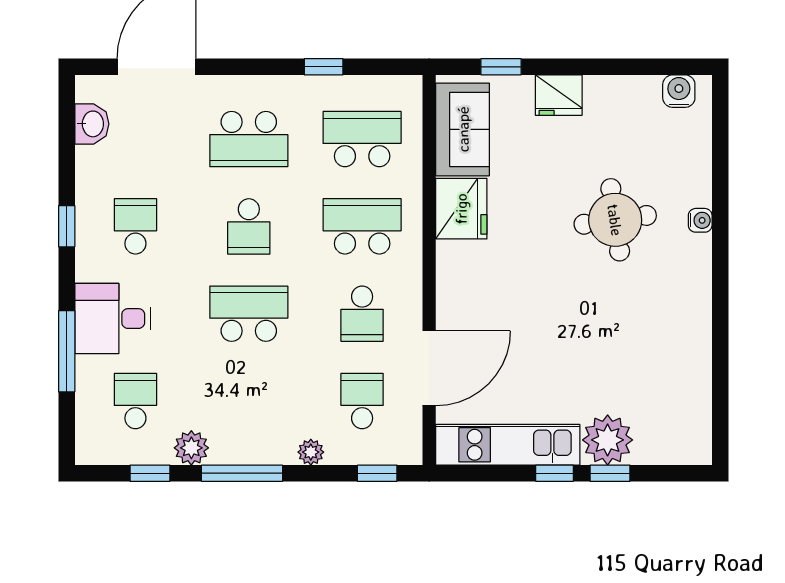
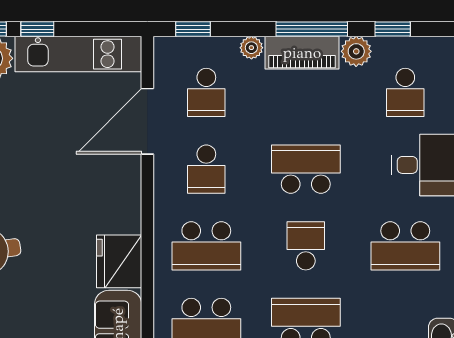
school desk: (135, 226) -> (405, 246), width x1.85
school desk: (249, 314) -> (306, 169), turned 180
school desk: (362, 314) -> (206, 169), turned 180
piano: (253, 446) -> (302, 53), added

